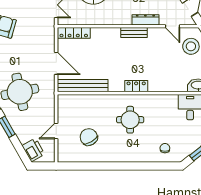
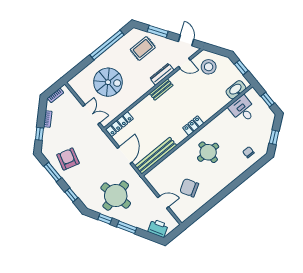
door: (56, 63) -> (125, 155), hinge flipped
door: (56, 131) -> (163, 202), swing flipped

